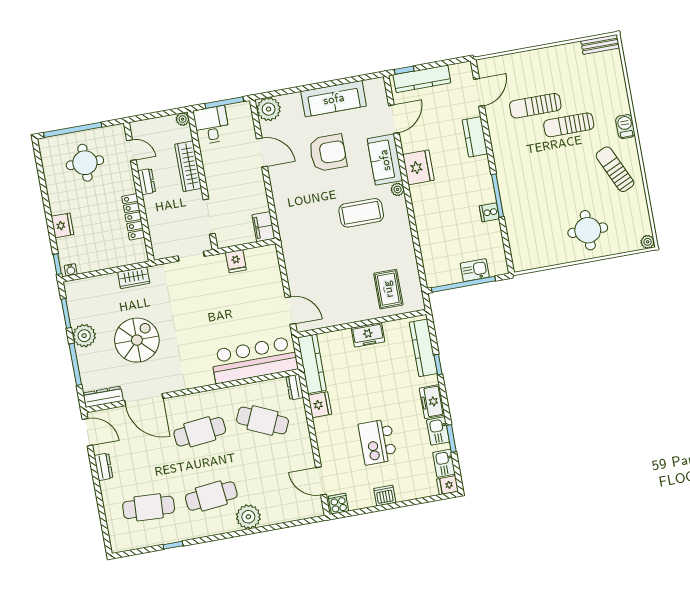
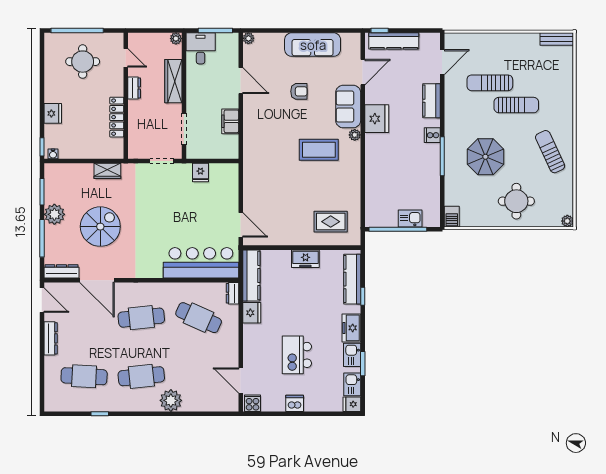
plant: (269, 109) -> (248, 38), width x0.53, depth x0.53
sun lounger: (569, 125) -> (516, 105), turned 180
barbecue: (625, 127) -> (452, 217), moved, turned 180
armchair: (328, 153) -> (299, 91), width x0.53, depth x0.53
parasol: (545, 188) -> (485, 157), added
cooker: (489, 212) -> (432, 135), moved
filing cabinet: (263, 227) -> (230, 121), moved
rug: (388, 289) -> (331, 222), turned 90
dresser: (103, 467) -> (51, 338), width x1.44

